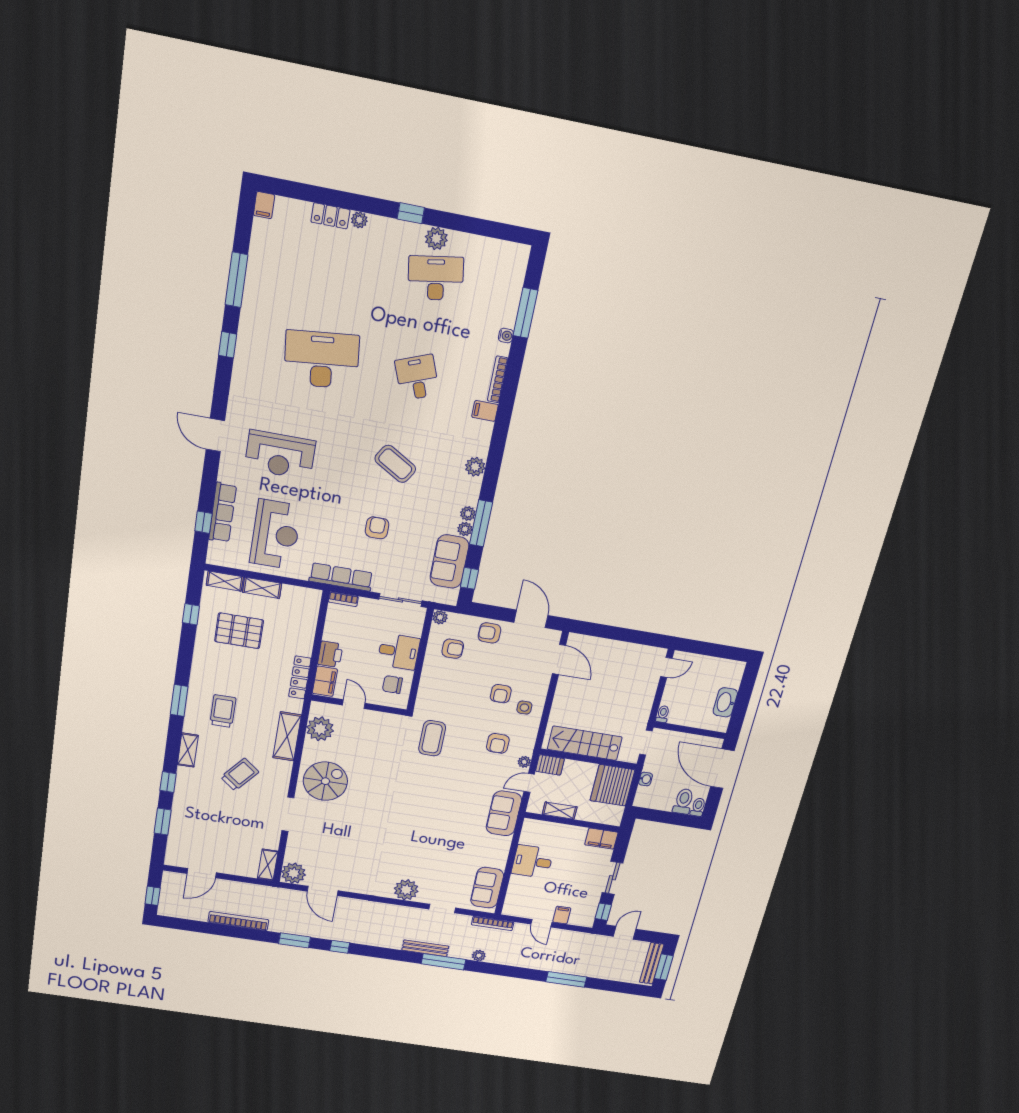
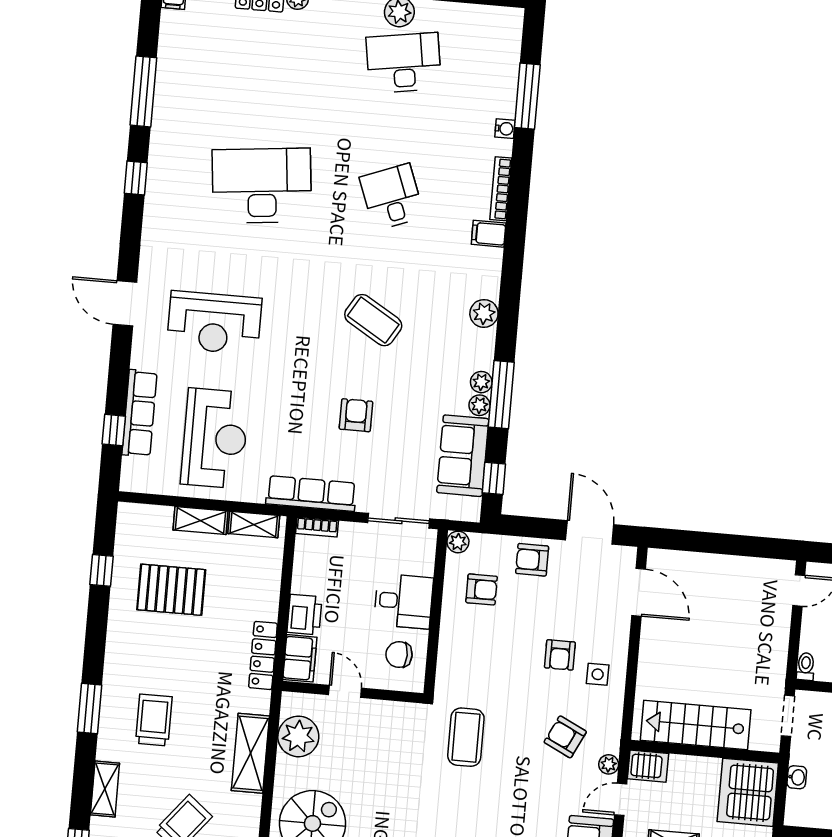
shelving: (225, 581) -> (254, 525), moved
armchair: (498, 743) -> (565, 737), turned 116

